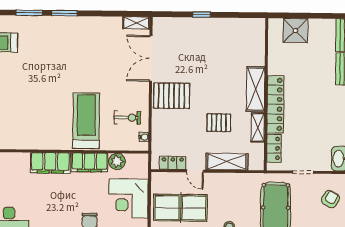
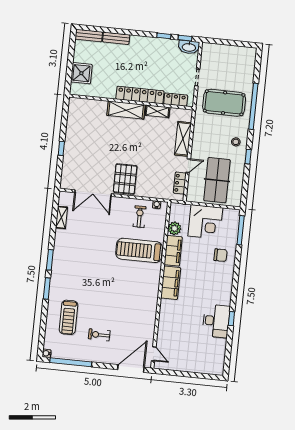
shelving: (136, 23) -> (61, 217), moved
pallet: (219, 123) -> (151, 143), removed
armchair: (330, 199) -> (221, 57), removed

